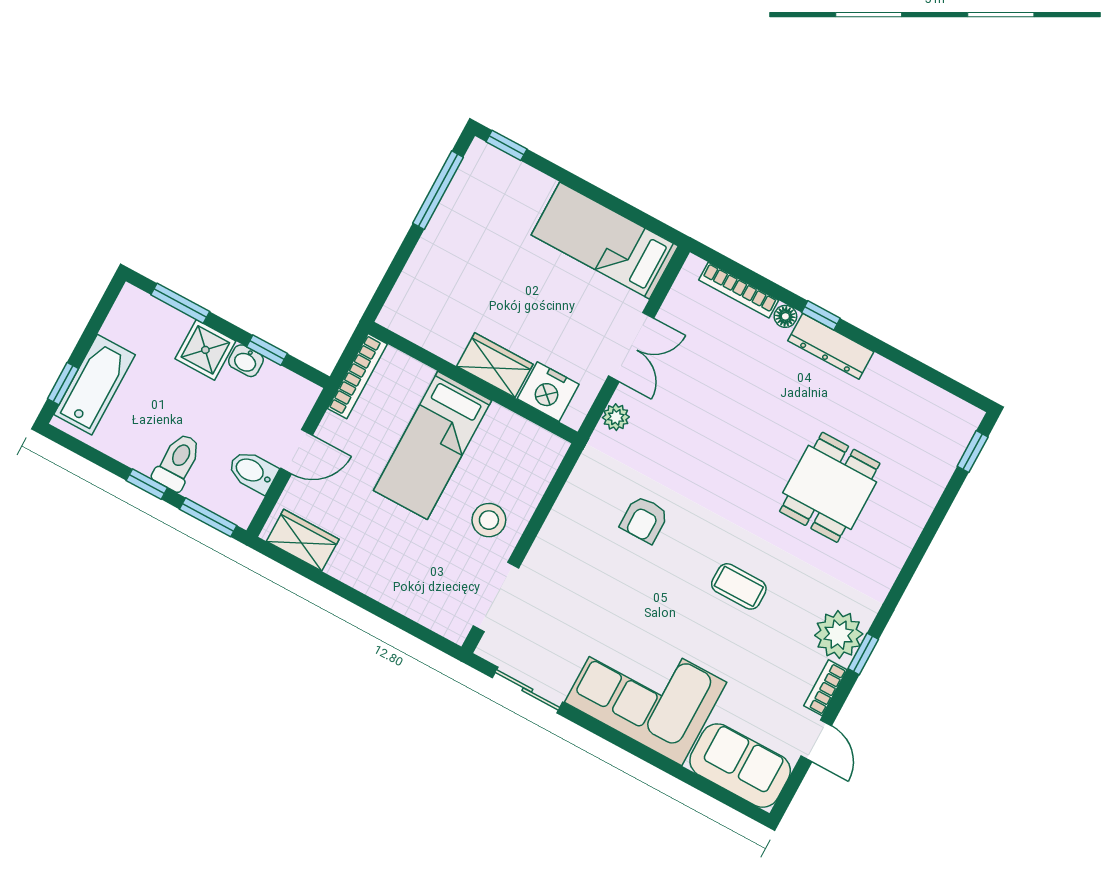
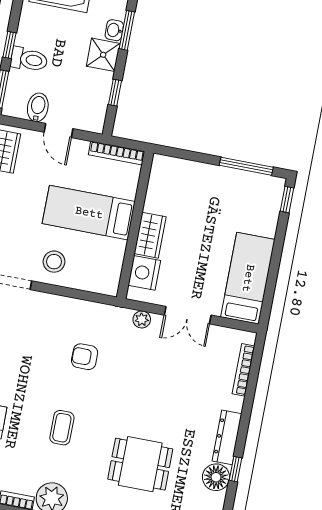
window: (821, 315) -> (236, 469), moved
floor lamp: (785, 316) -> (216, 477), moved, width x1.89, depth x1.89
washbasin: (246, 361) -> (114, 30), moved

